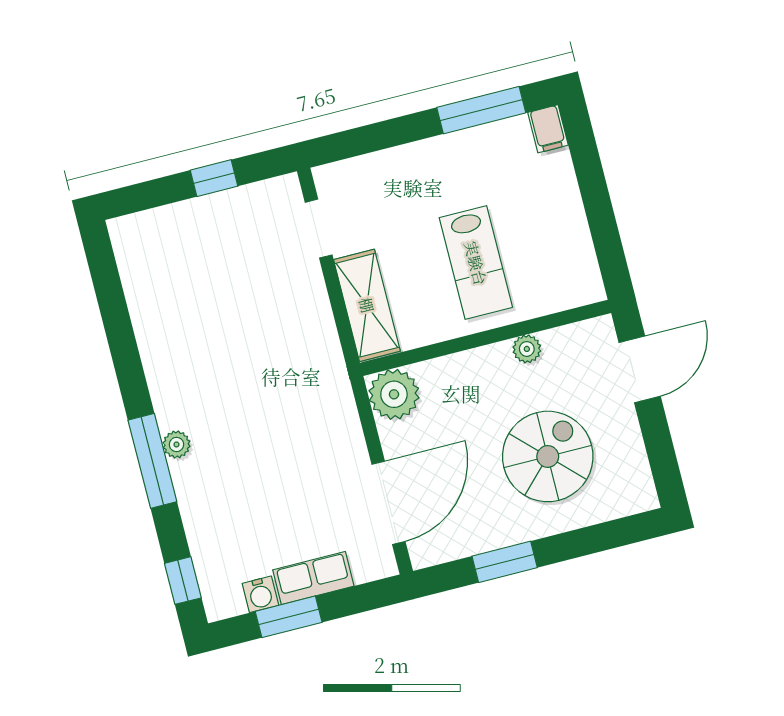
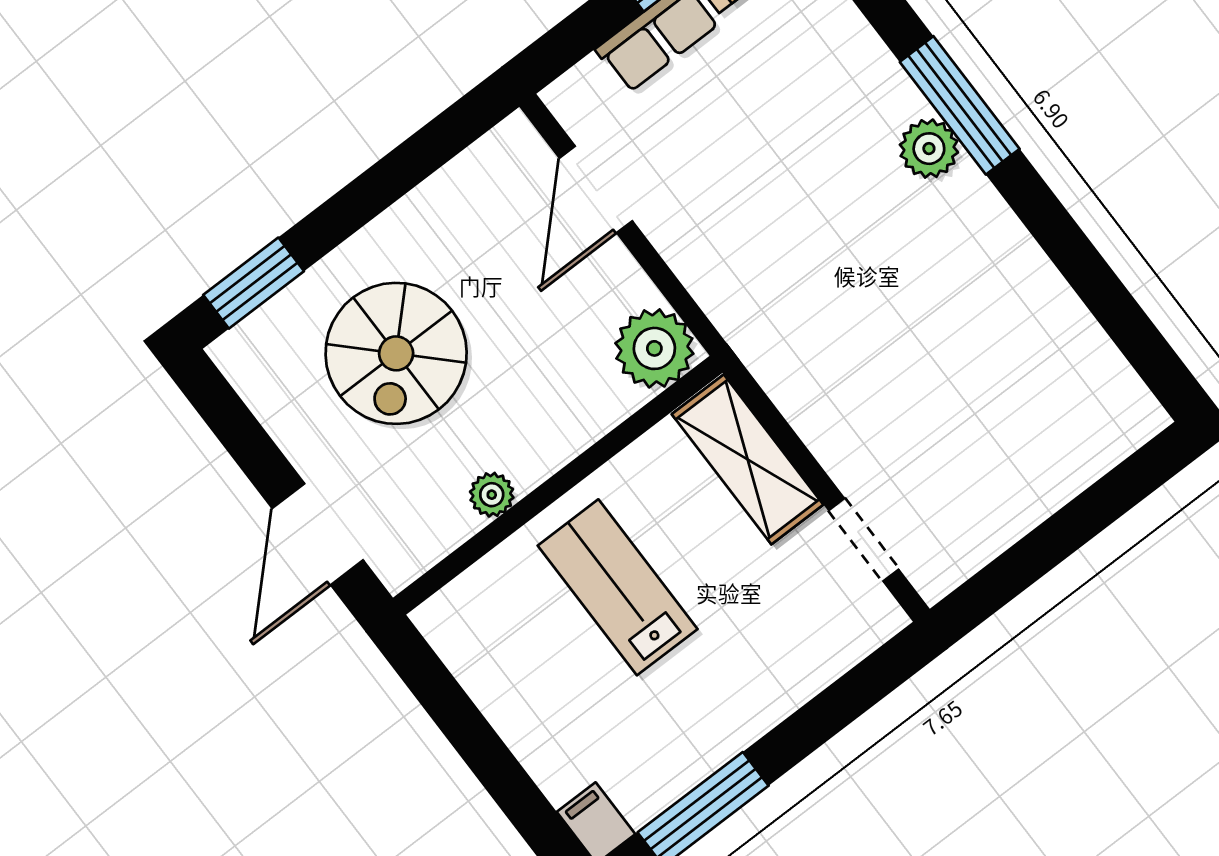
window: (214, 178) -> (1044, 548), removed
plant: (177, 444) -> (929, 149), width x1.38, depth x1.38
door: (388, 503) -> (596, 189), width x0.73
window: (505, 562) -> (254, 283), moved

